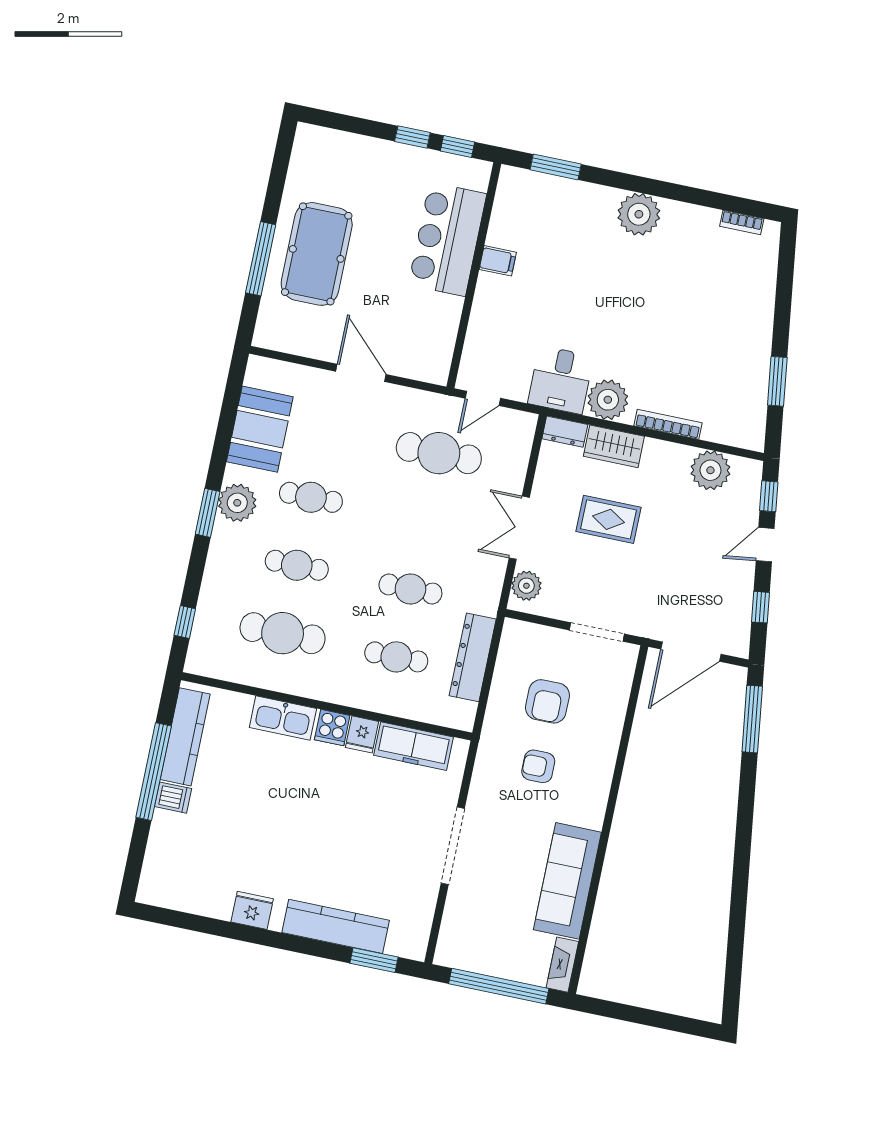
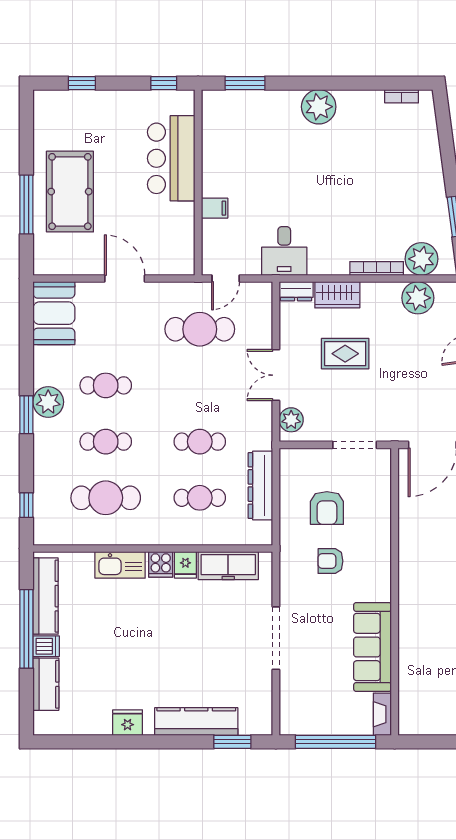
window: (412, 137) -> (82, 83), moved
filing cabinet: (498, 261) -> (215, 208), moved
plant: (608, 400) -> (421, 259), moved
booth: (260, 429) -> (54, 313), moved
kitchen counter: (163, 843) -> (46, 684), added

